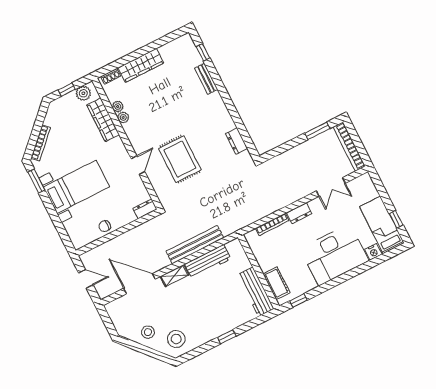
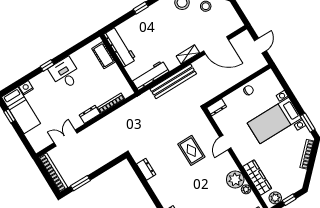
plant: (123, 117) -> (235, 179), width x1.87, depth x1.87
rug: (180, 159) -> (191, 150), width x0.73, depth x0.70
desk: (334, 255) -> (65, 74), width x0.53, depth x0.77
workbench: (208, 261) -> (150, 75), moved
door: (86, 279) -> (260, 46), swing flipped
window: (298, 300) -> (47, 65), moved

